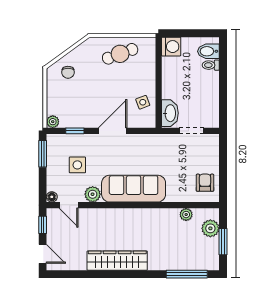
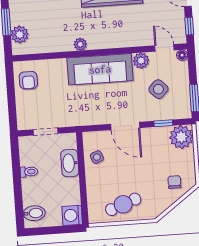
toilet: (211, 65) -> (29, 172), moved
washbasin: (170, 113) -> (70, 163), moved
plant: (53, 122) -> (181, 137), width x1.87, depth x1.87
door: (113, 131) -> (125, 126), hinge flipped
side table: (77, 165) -> (158, 89), turned 45
plant: (186, 215) -> (80, 44), moved

